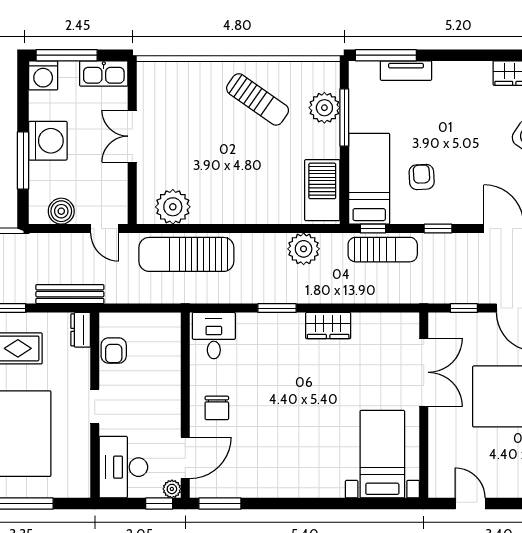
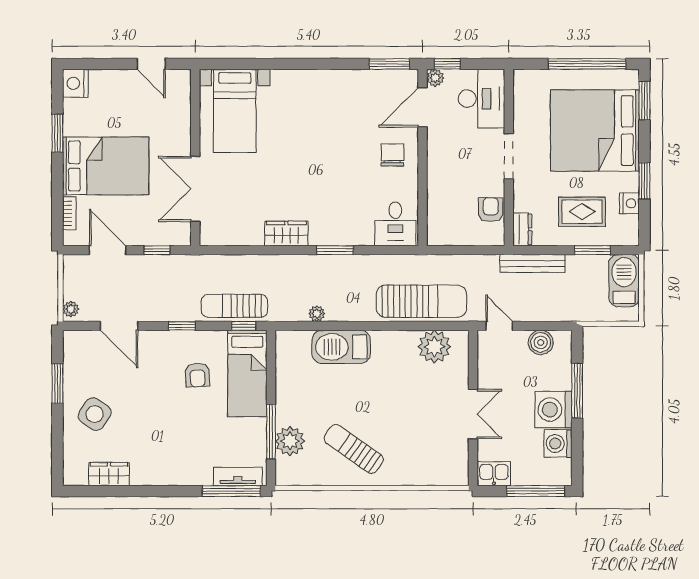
tv unit: (406, 71) -> (238, 476), moved
kitchen sink: (104, 73) -> (494, 474), width x0.73
washing machine: (43, 75) -> (558, 444), moved, turned -90
barbecue: (322, 190) -> (341, 347), moved, turned 90
plant: (304, 249) -> (317, 314), width x0.53, depth x0.53
doorway: (95, 407) -> (509, 156), width x1.38

